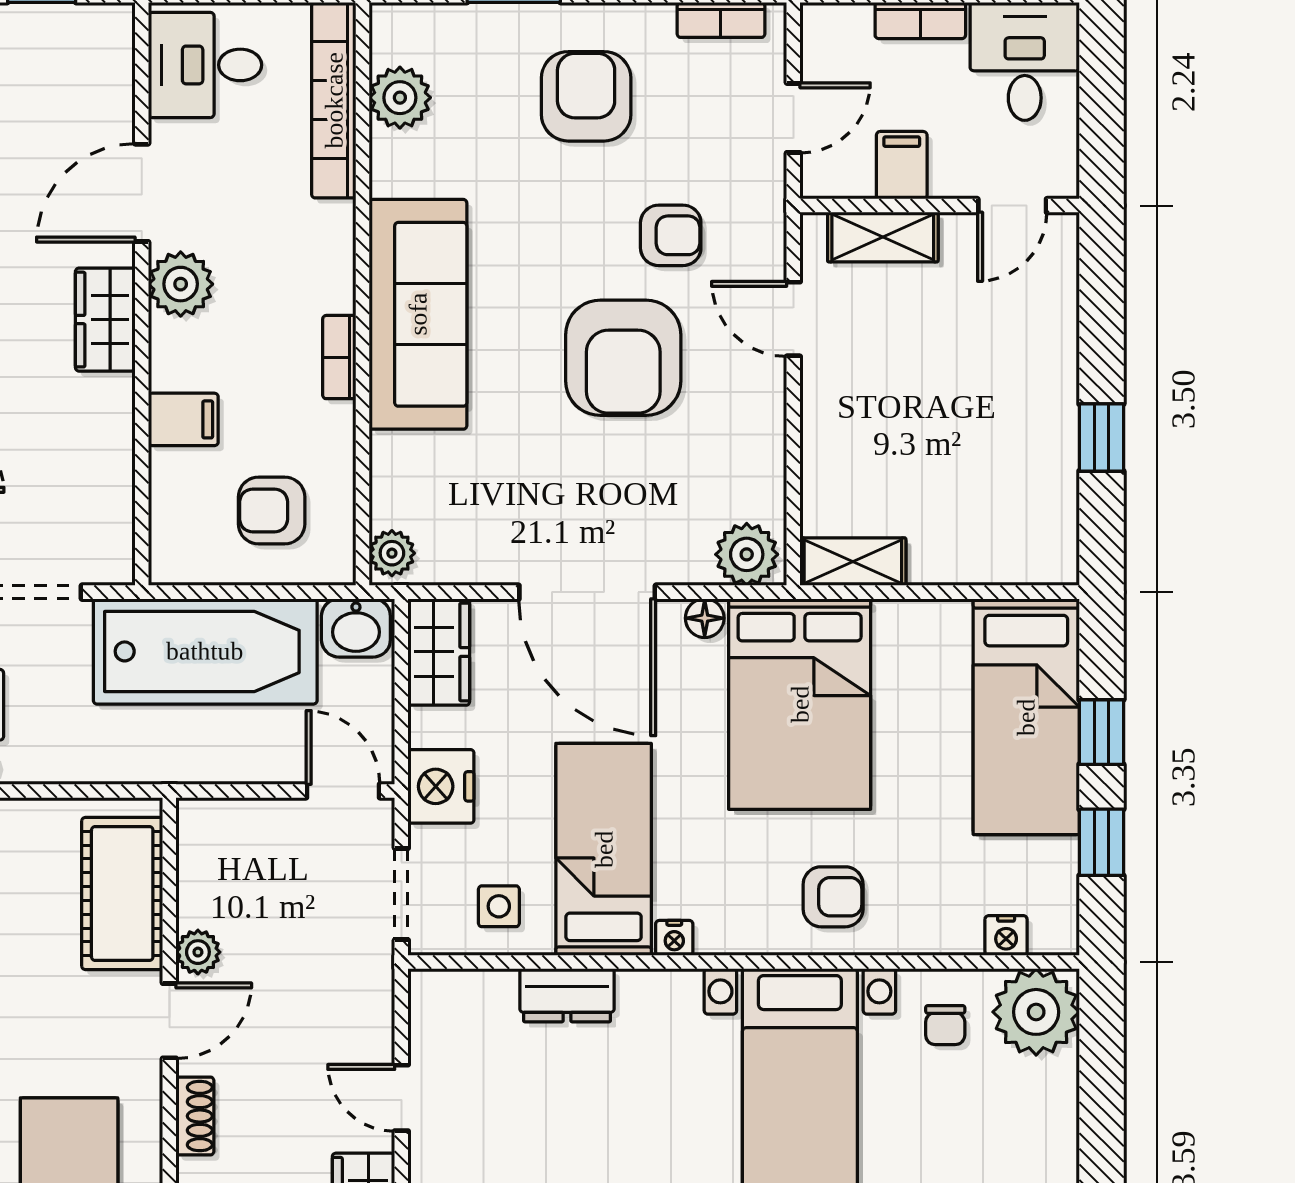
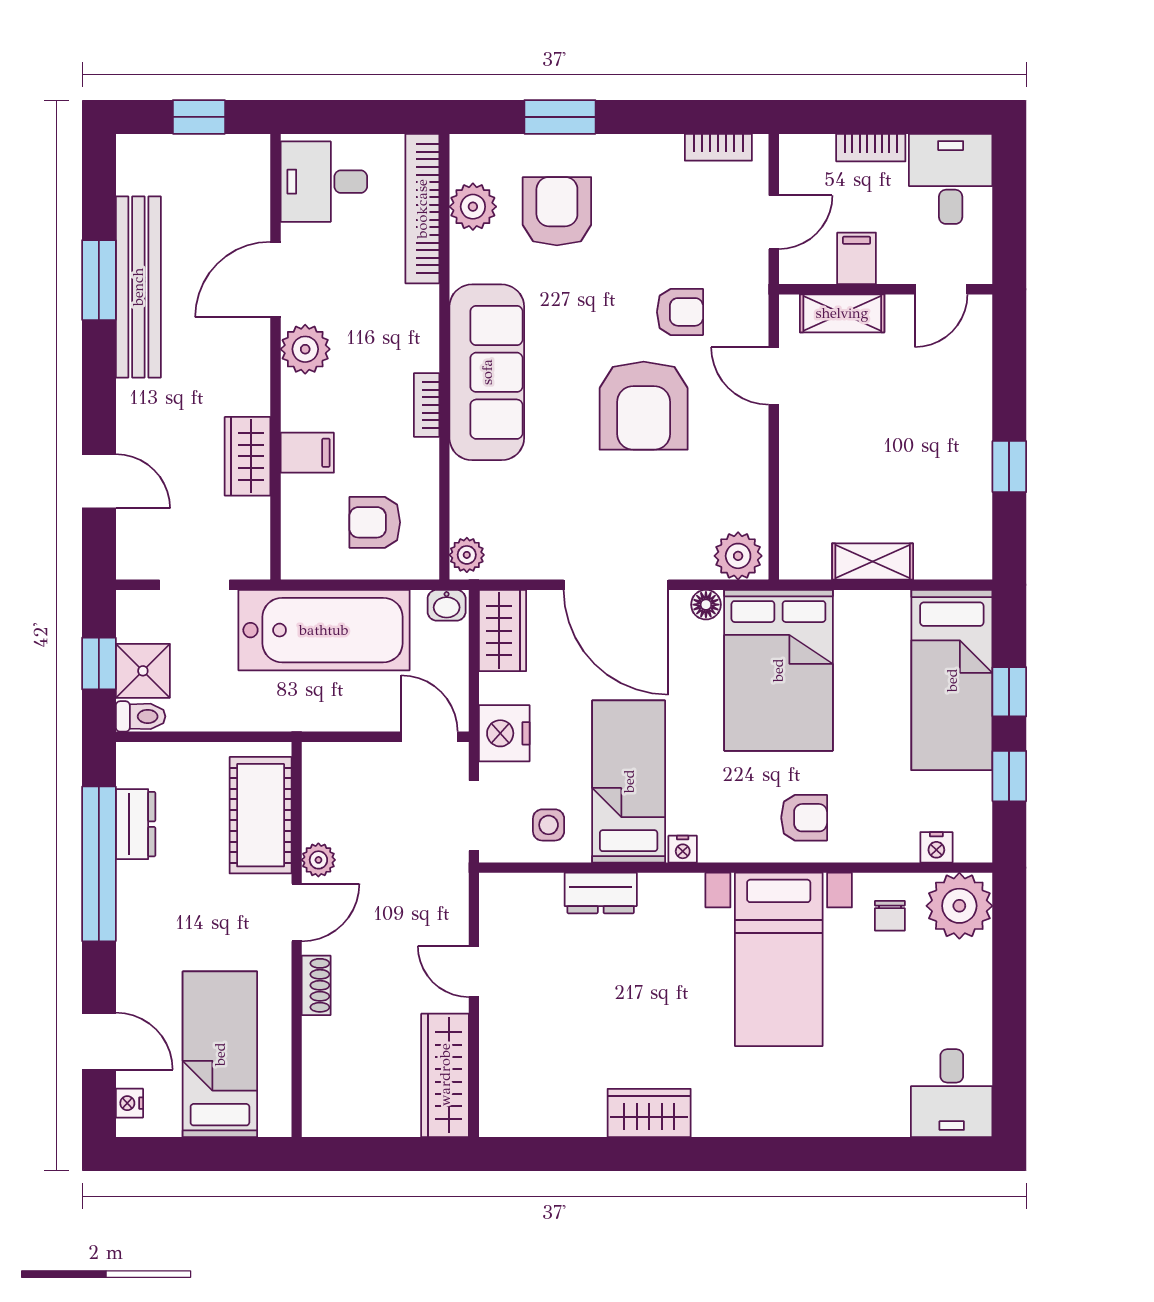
armchair: (586, 96) -> (557, 211), moved
wardrobe: (105, 320) -> (248, 456), moved
shelving: (853, 562) -> (873, 561), moved
washbasin: (356, 628) -> (447, 605), width x0.72, depth x0.69

